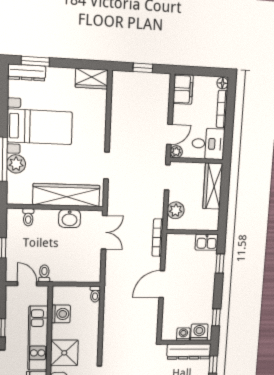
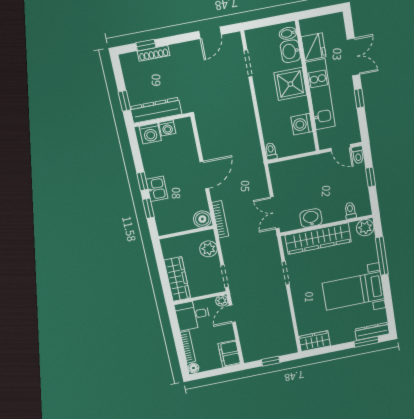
plant: (16, 164) -> (365, 228), moved
boiler: (174, 242) -> (202, 219), added
kitchen sink: (207, 242) -> (157, 189), moved, turned 90
toilet: (44, 273) -> (358, 155), moved
window: (216, 317) -> (142, 181), moved

